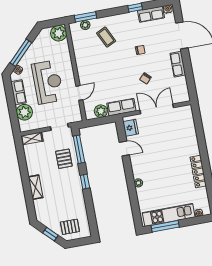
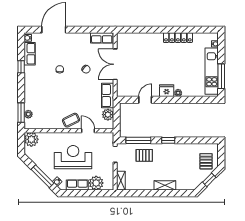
coffee table: (106, 37) -> (71, 120), moved
row of seats: (178, 64) -> (102, 38), moved
fridge: (131, 128) -> (167, 91), moved

